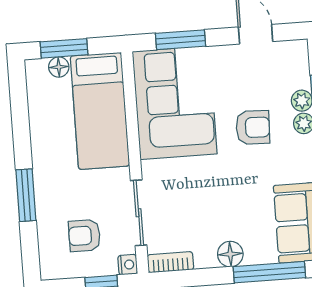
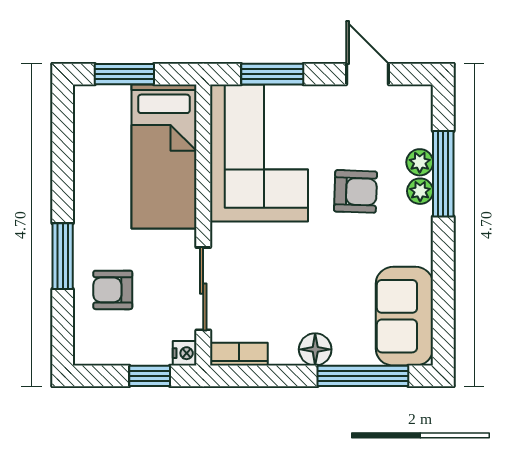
floor lamp: (59, 67) -> (116, 97), removed
armchair: (84, 236) -> (113, 290), moved

